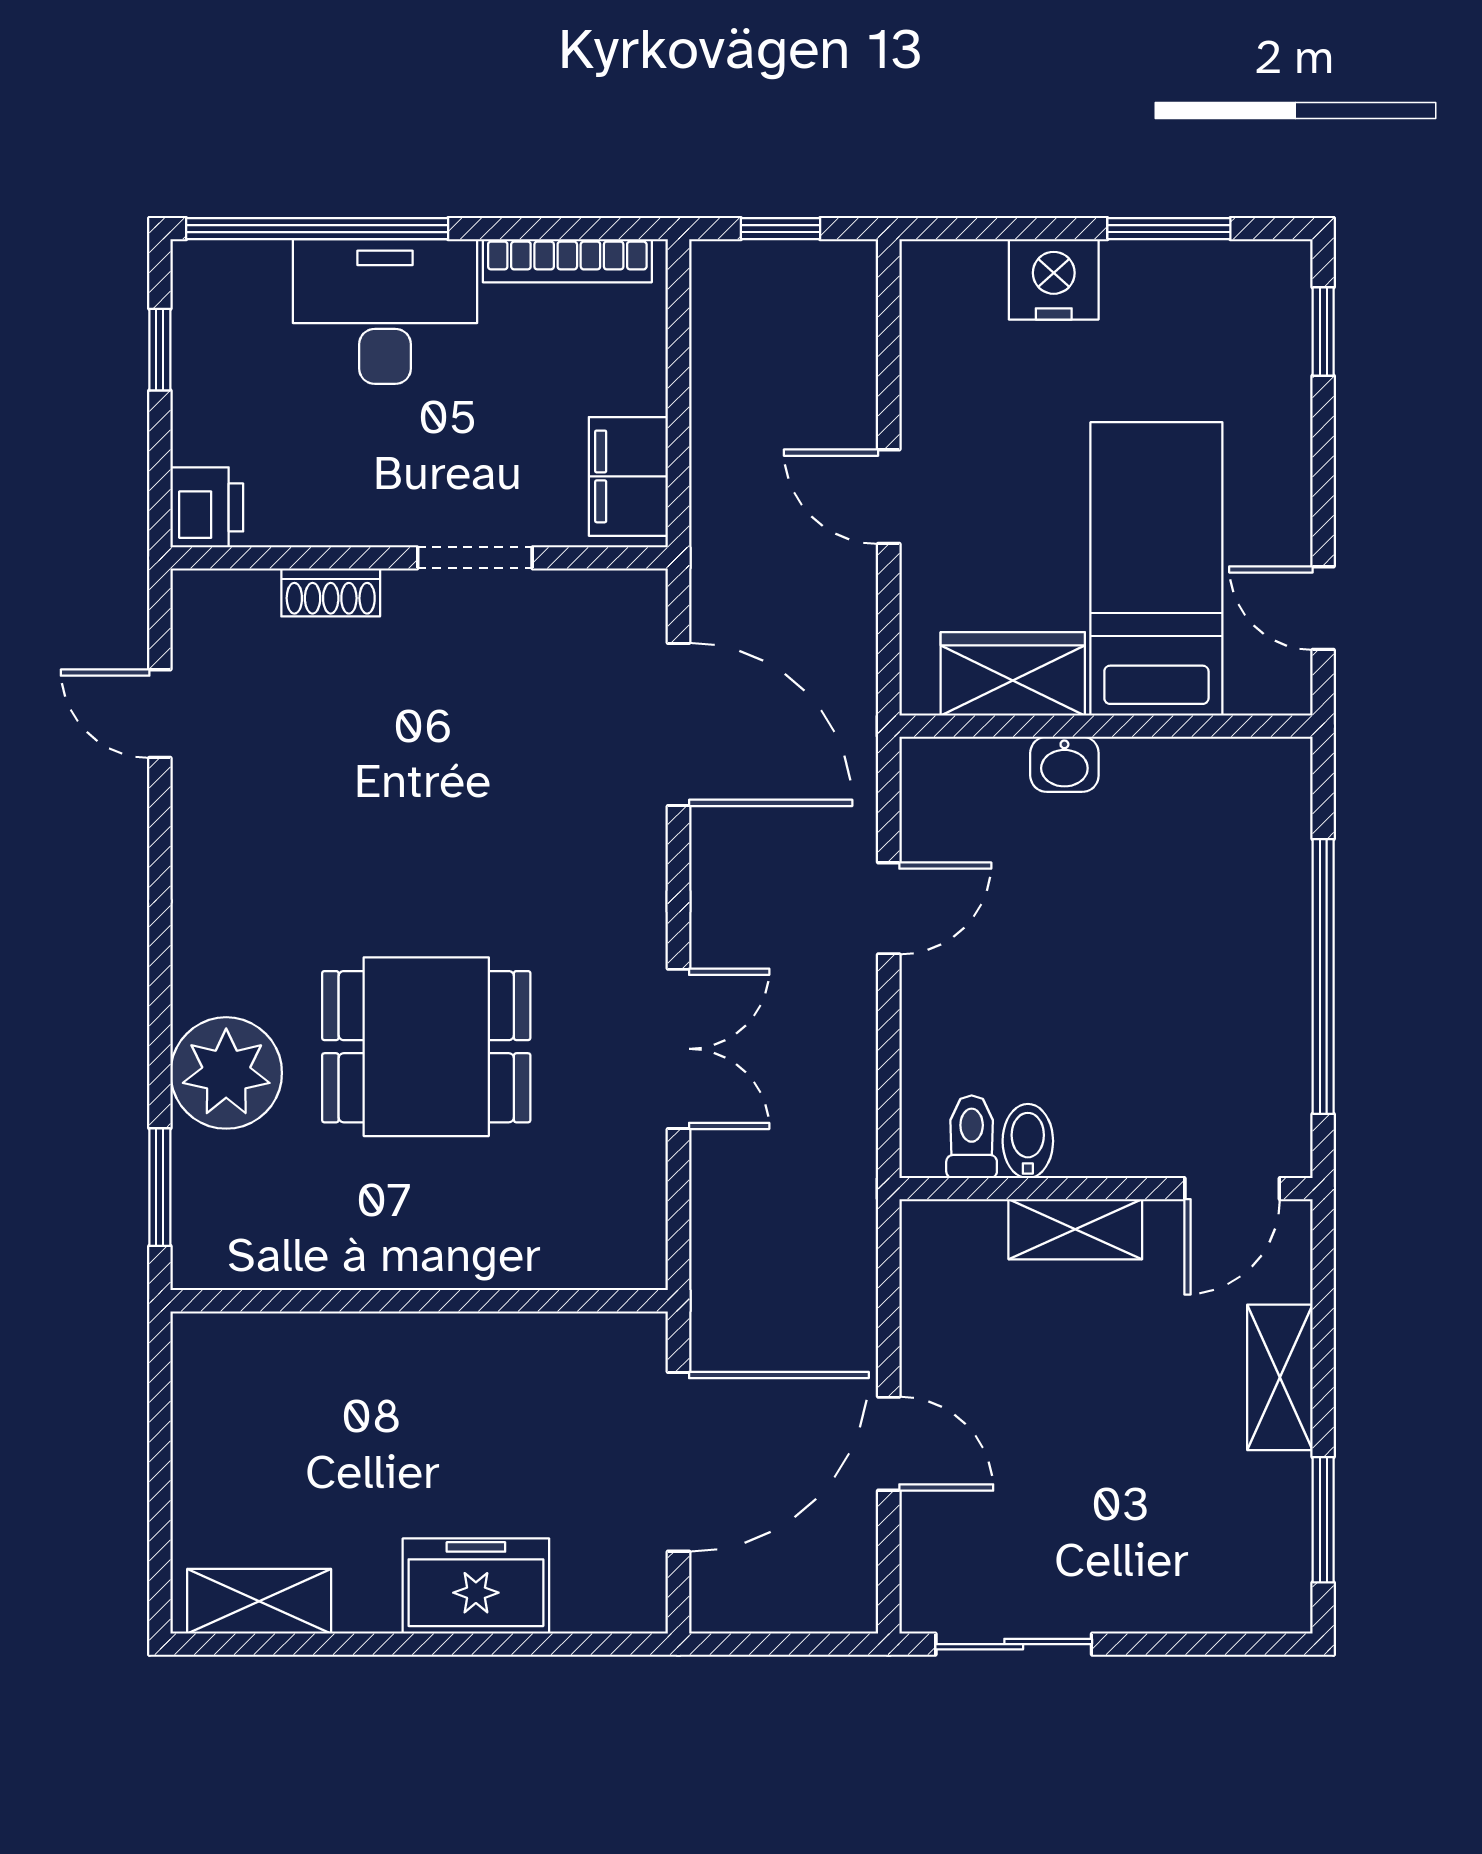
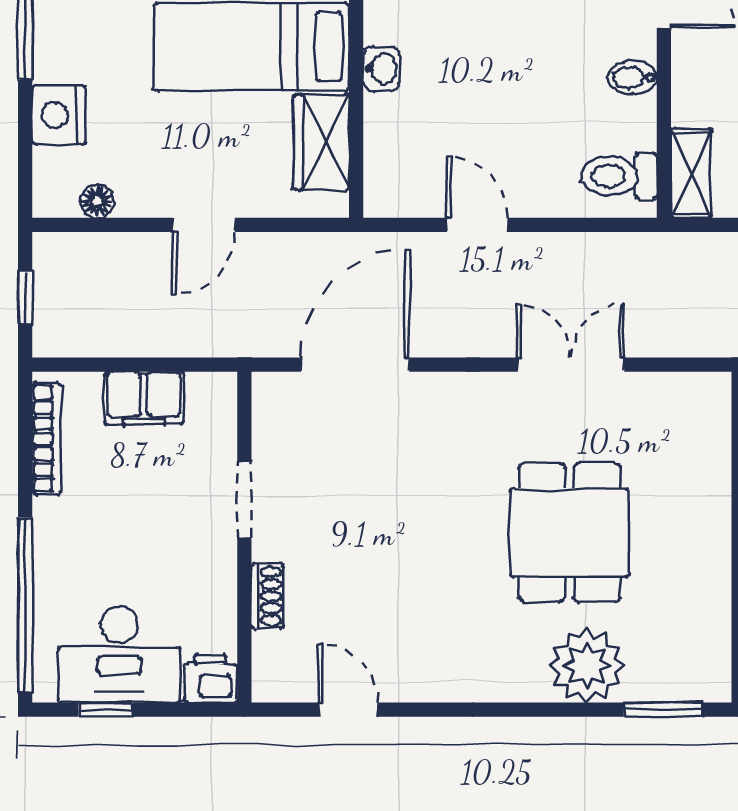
desk: (385, 311) -> (119, 655), moved, turned -90
floor lamp: (924, 337) -> (97, 201), added
filing cabinet: (628, 476) -> (144, 398), moved
door: (160, 714) -> (348, 710), swing flipped
washbasin: (1064, 764) -> (382, 69), moved
toilet: (972, 1137) -> (619, 176), width x1.37, depth x1.39
bidet: (1028, 1141) -> (632, 78), moved
shelving: (1075, 1229) -> (691, 173), moved

